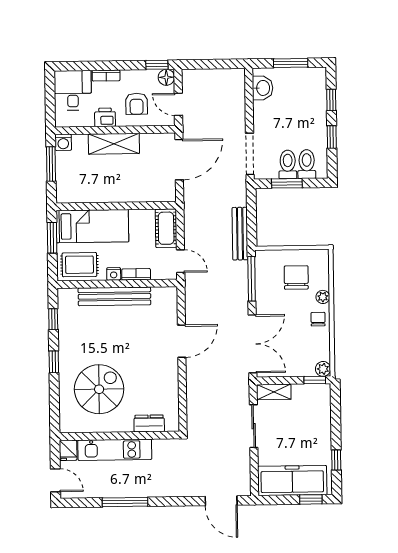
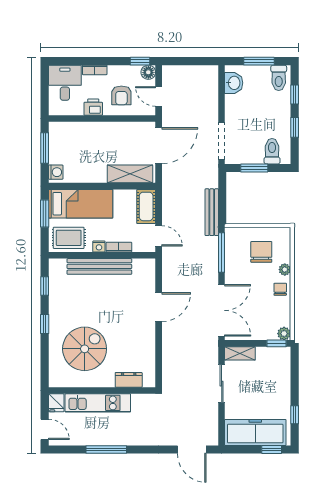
washing machine: (63, 142) -> (56, 172), moved, turned -90
shelving: (114, 144) -> (130, 174), moved
toilet: (288, 164) -> (279, 78), moved, turned 180

